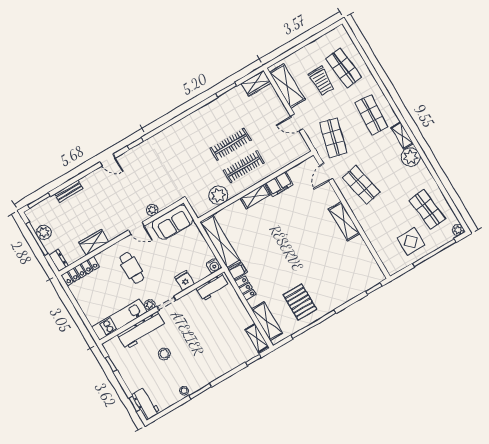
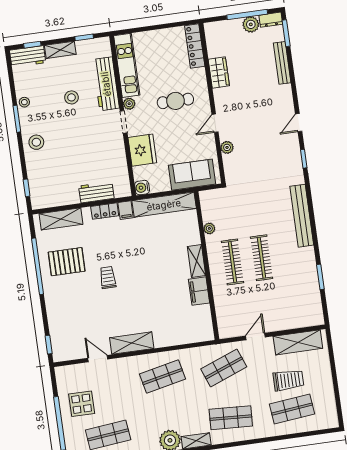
trolley: (321, 81) -> (288, 380), turned 180
wardrobe: (256, 83) -> (314, 311), removed
bench: (183, 126) -> (302, 216), added
shop shelf: (333, 138) -> (224, 368), turned -36
door: (326, 172) -> (98, 359), moved
bench: (69, 191) -> (282, 63), width x1.36
plant: (218, 195) -> (209, 228), width x0.53, depth x0.53
sofa: (173, 222) -> (192, 175), moved, turned 90
dresser: (58, 261) -> (271, 20), moved
trolley: (299, 263) -> (108, 278), added
fridge: (185, 281) -> (142, 150), width x1.88, depth x1.34
workbench: (212, 287) -> (96, 192), moved, turned 90
shelving: (257, 338) -> (60, 50), moved
stool: (213, 367) -> (36, 142), added

